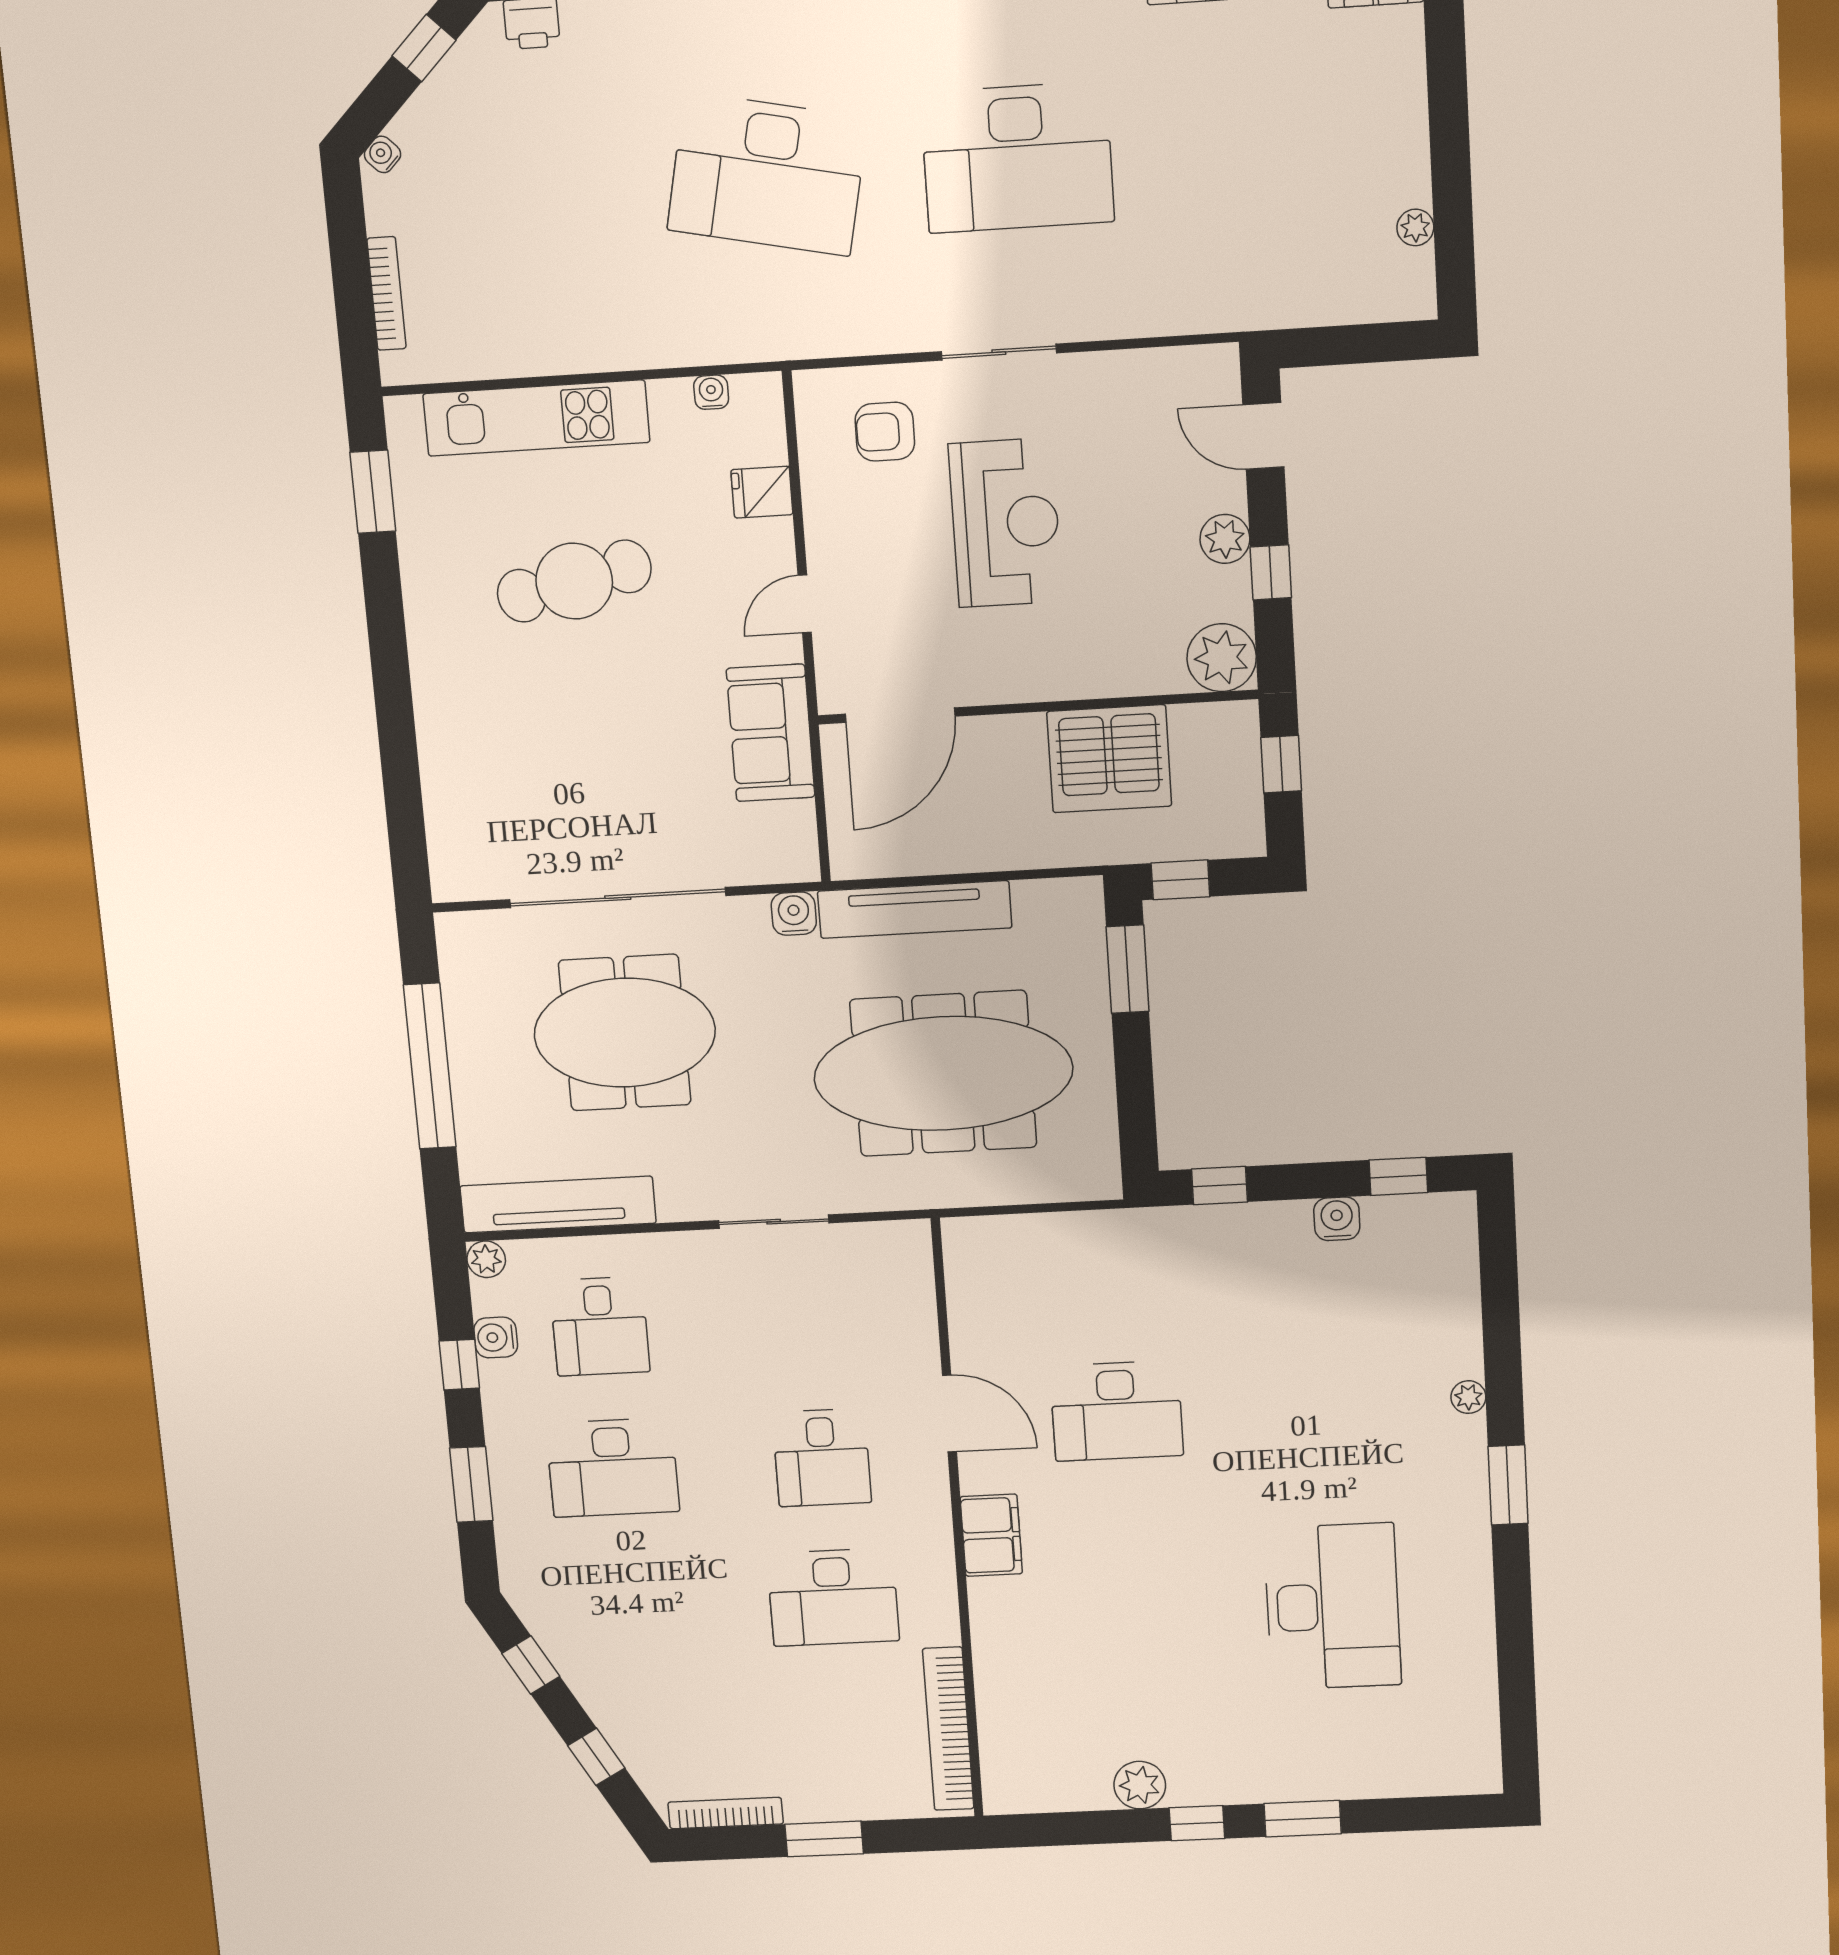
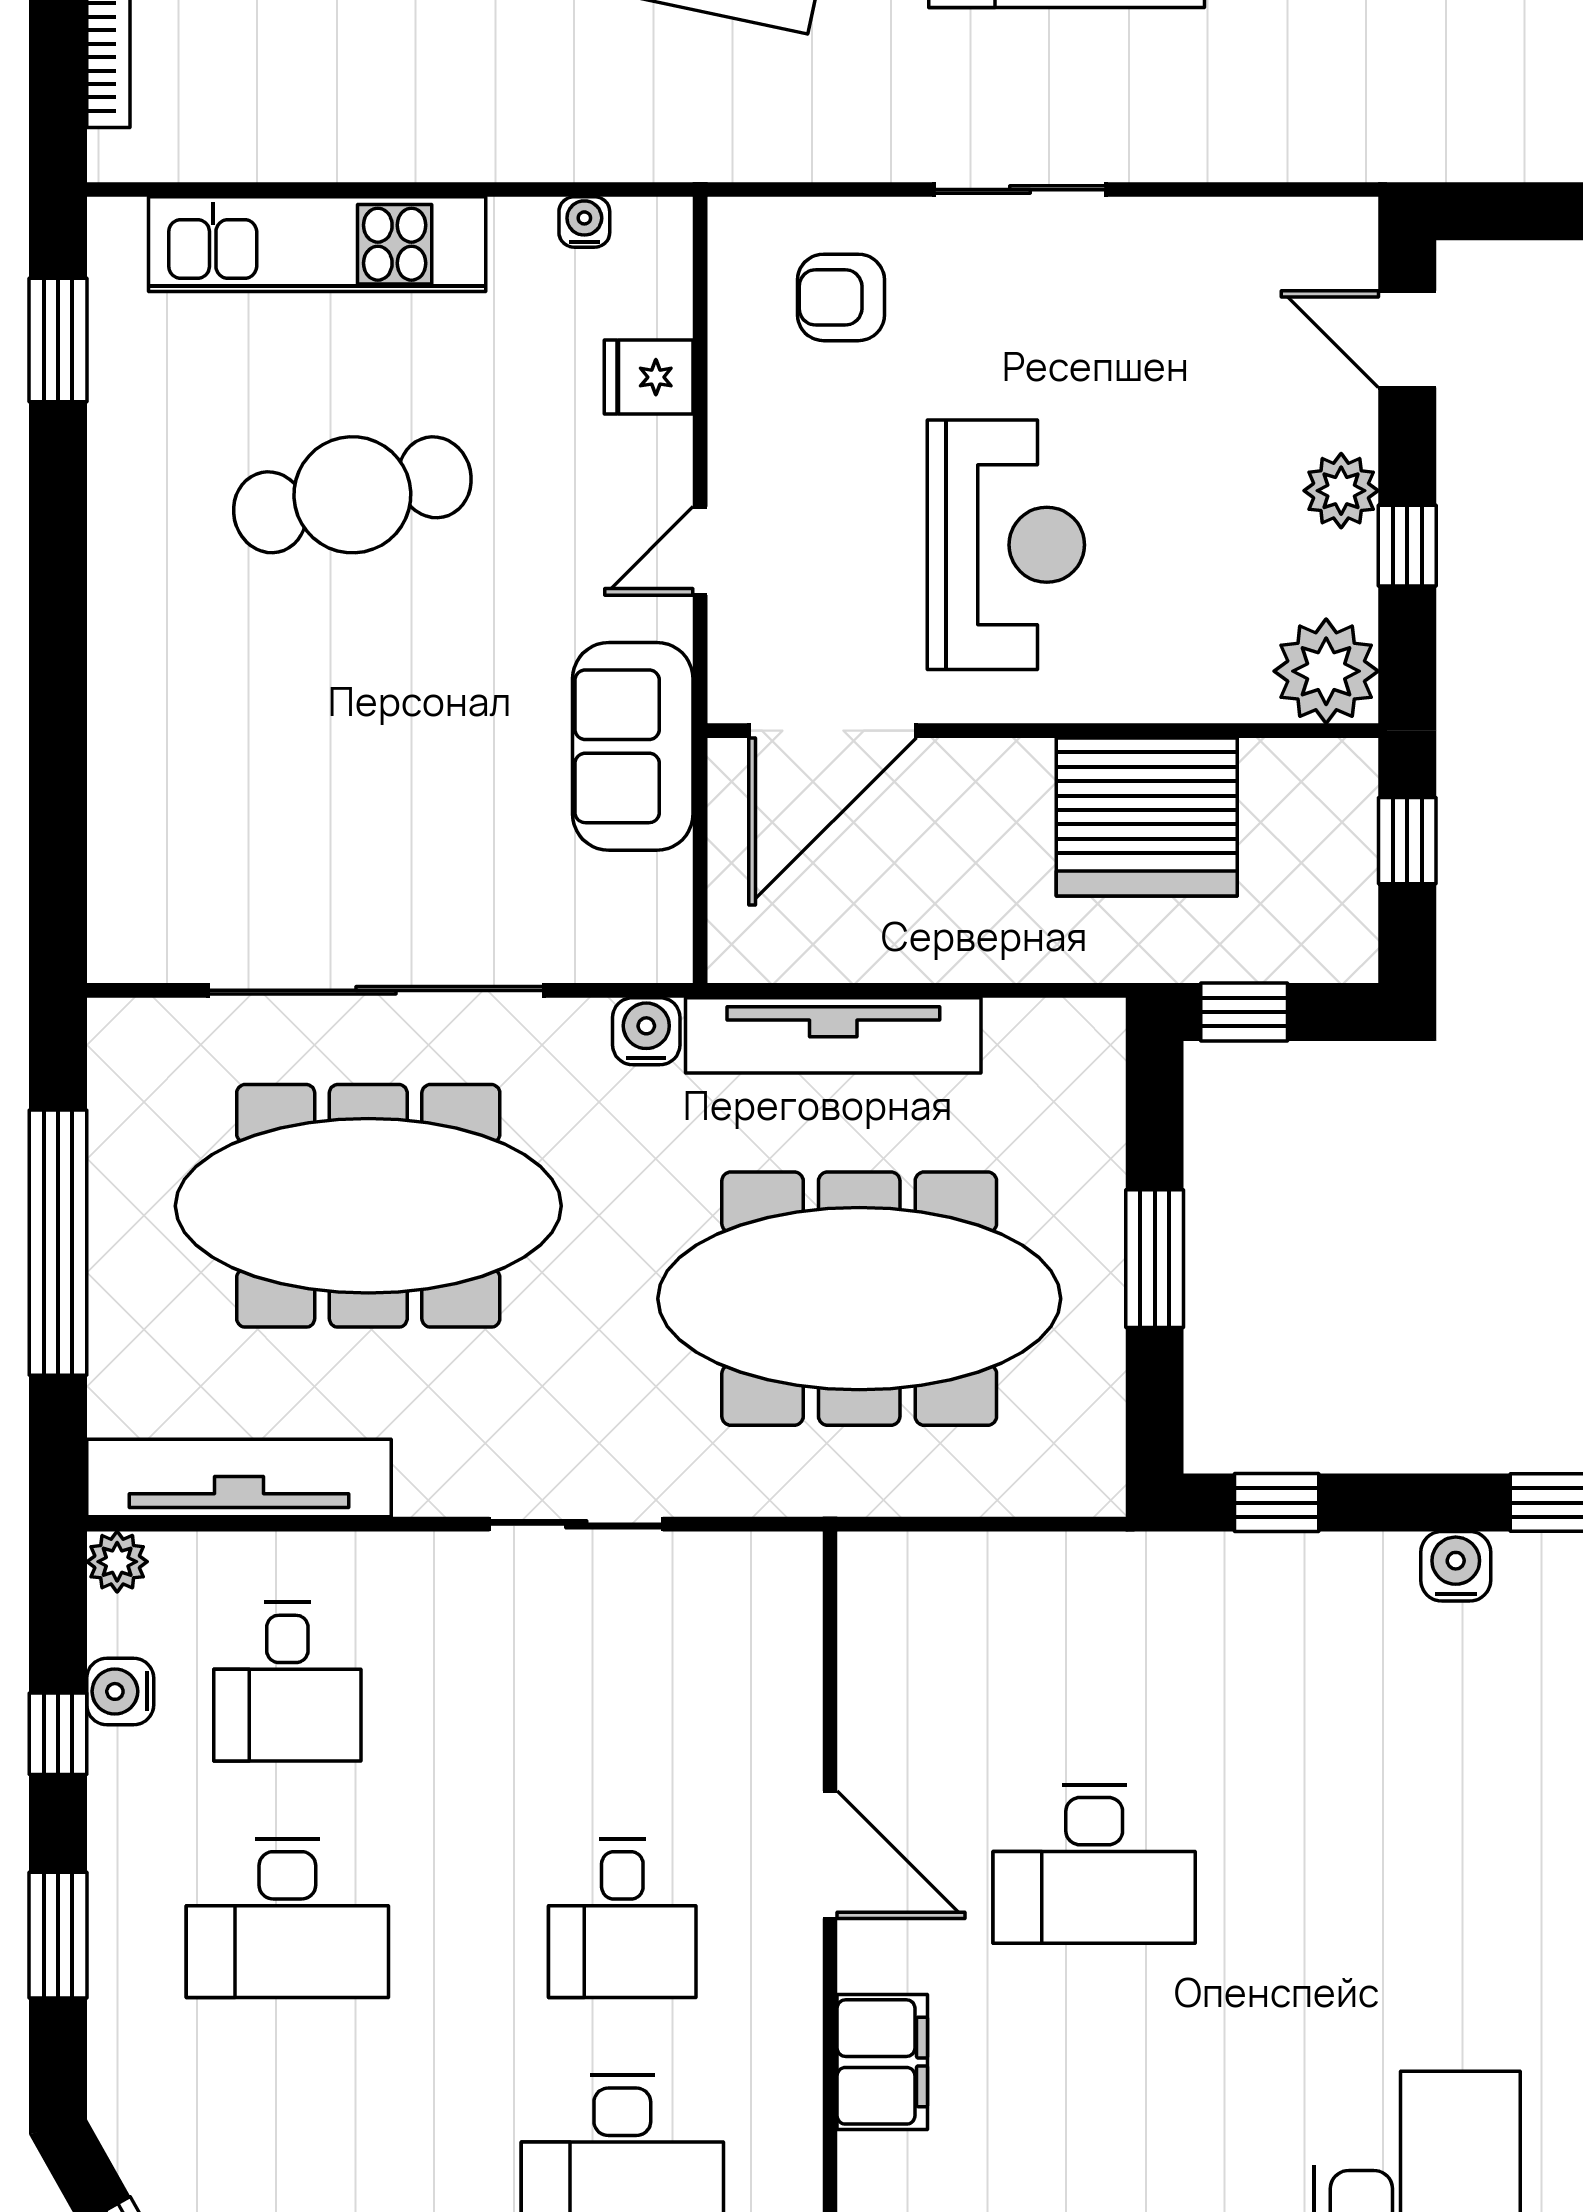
reception desk: (1005, 523) -> (1006, 545), moved
window: (1128, 969) -> (1155, 1259), moved
meeting table: (625, 1033) -> (368, 1206), width x1.36

